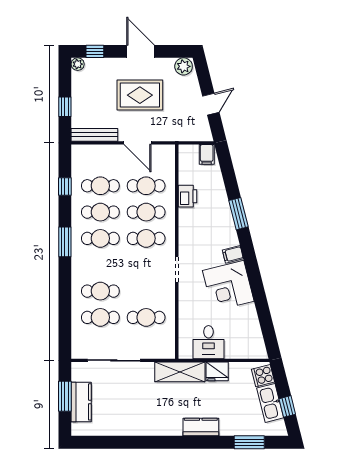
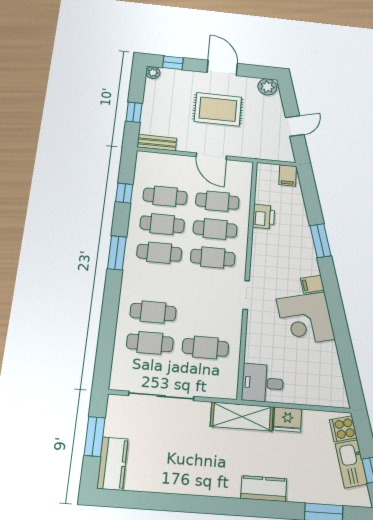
bench: (94, 135) -> (157, 143), width x0.73
desk: (208, 342) -> (263, 383), moved, turned 90
kitchen counter: (81, 402) -> (112, 463), moved

